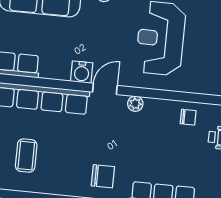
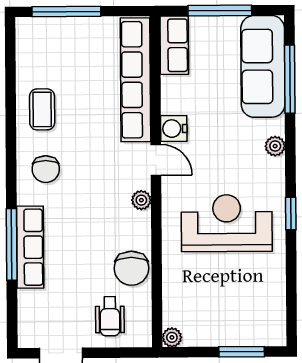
chair: (188, 117) -> (131, 268), width x1.87, depth x1.87
coffee table: (26, 156) -> (42, 109), moved, turned 90

